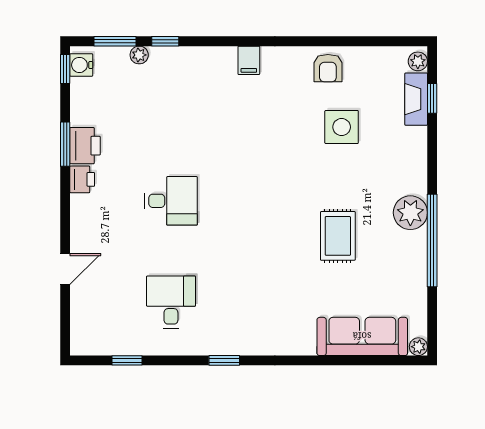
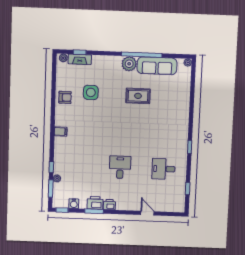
water cooler: (81, 65) -> (74, 204), moved
sofa: (362, 336) -> (157, 66), moved, turned -90

